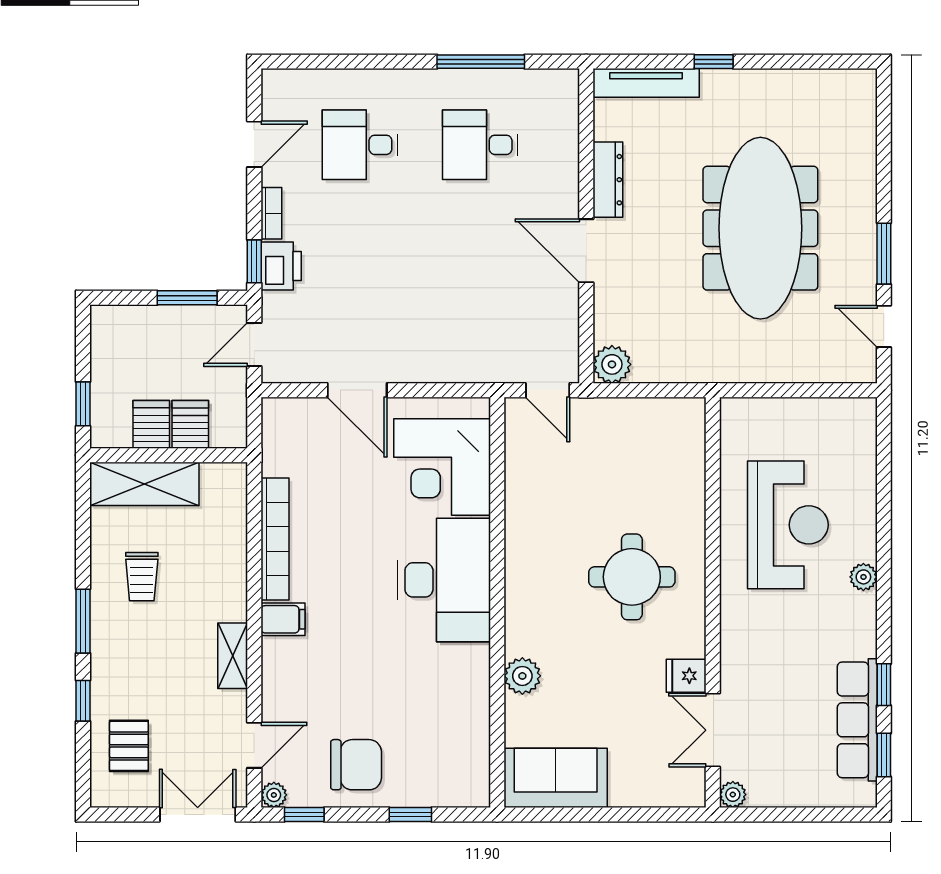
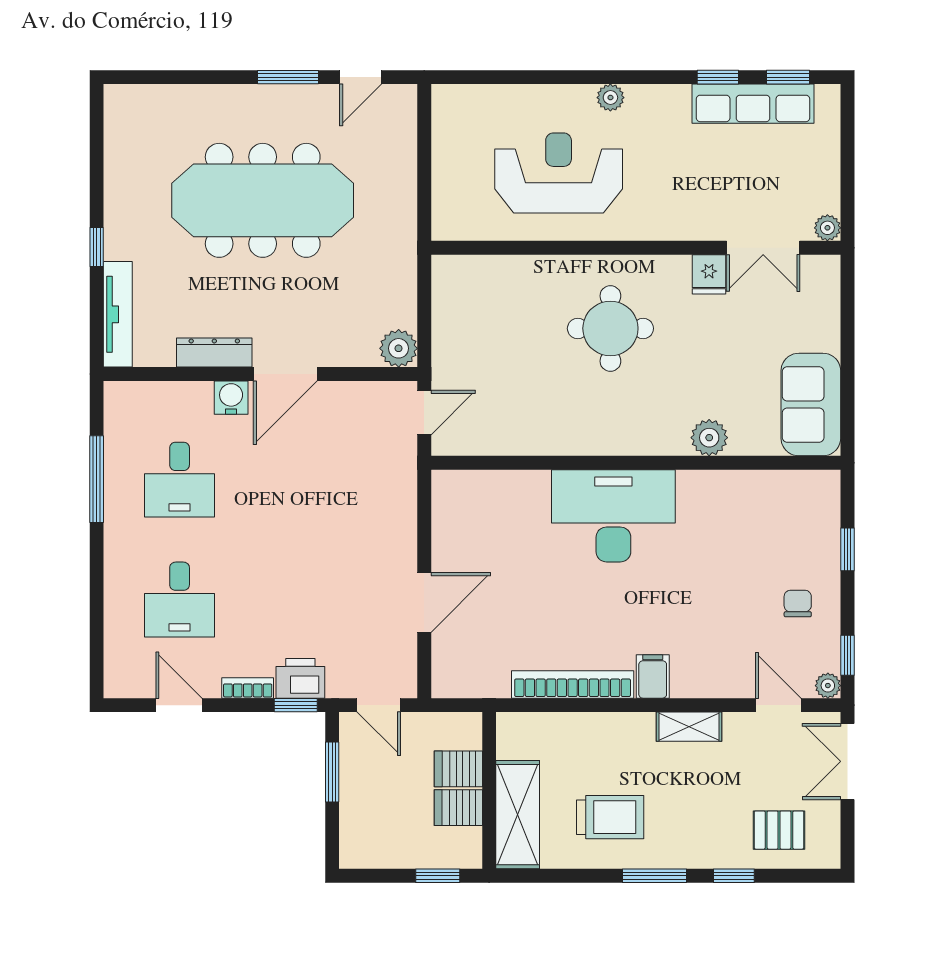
water cooler: (563, 196) -> (231, 398), added
corner desk: (442, 467) -> (501, 518), removed
trolley: (142, 577) -> (610, 817), width x1.36, depth x1.39
chair: (356, 765) -> (798, 603), width x0.54, depth x0.54

